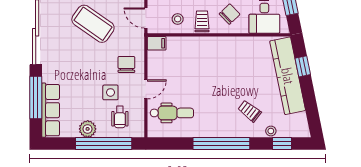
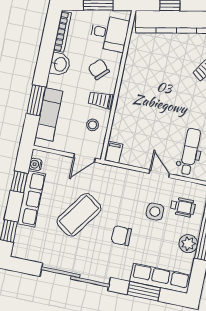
chair: (126, 64) -> (121, 236), moved
window: (36, 97) -> (144, 291), width x0.69

